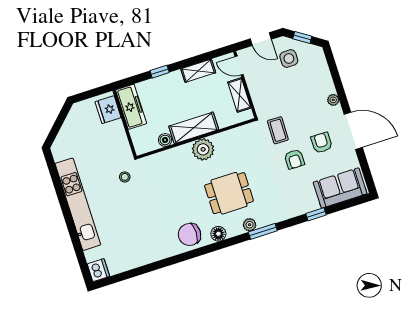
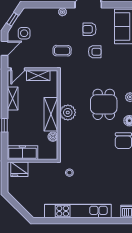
coffee table: (278, 130) -> (62, 51), moved

